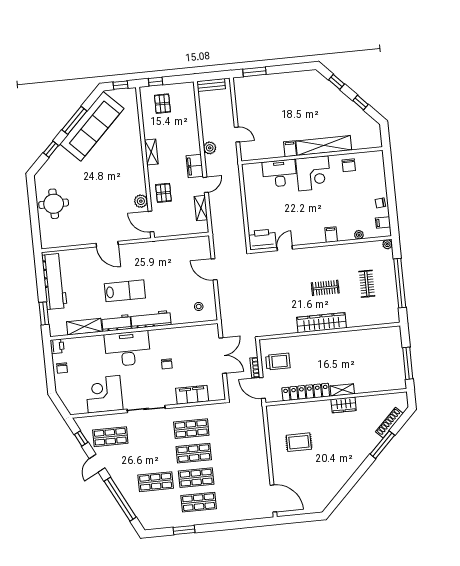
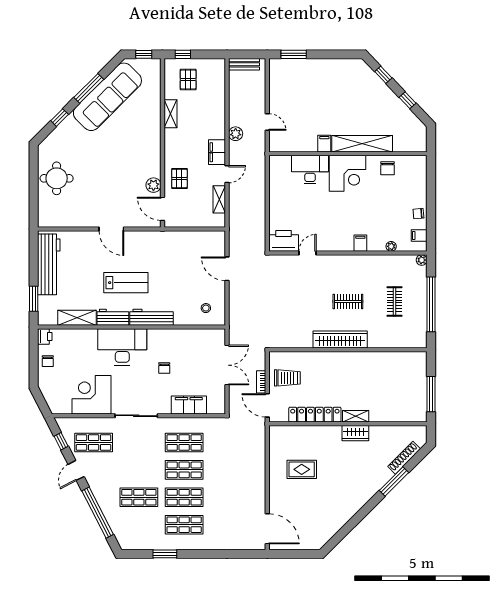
shelving: (151, 152) -> (170, 114), moved

